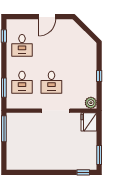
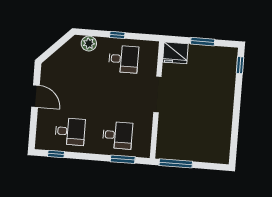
desk: (51, 82) -> (124, 59), moved
plant: (91, 103) -> (89, 44), moved
window: (99, 155) -> (203, 42), moved

